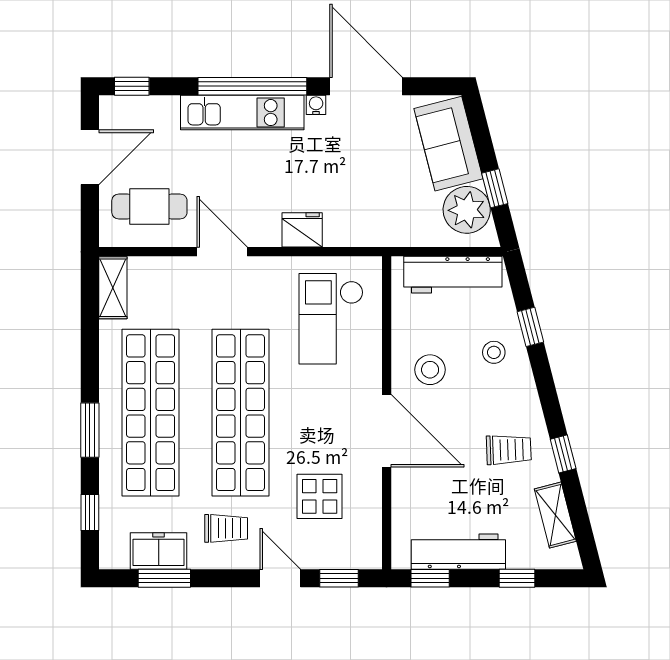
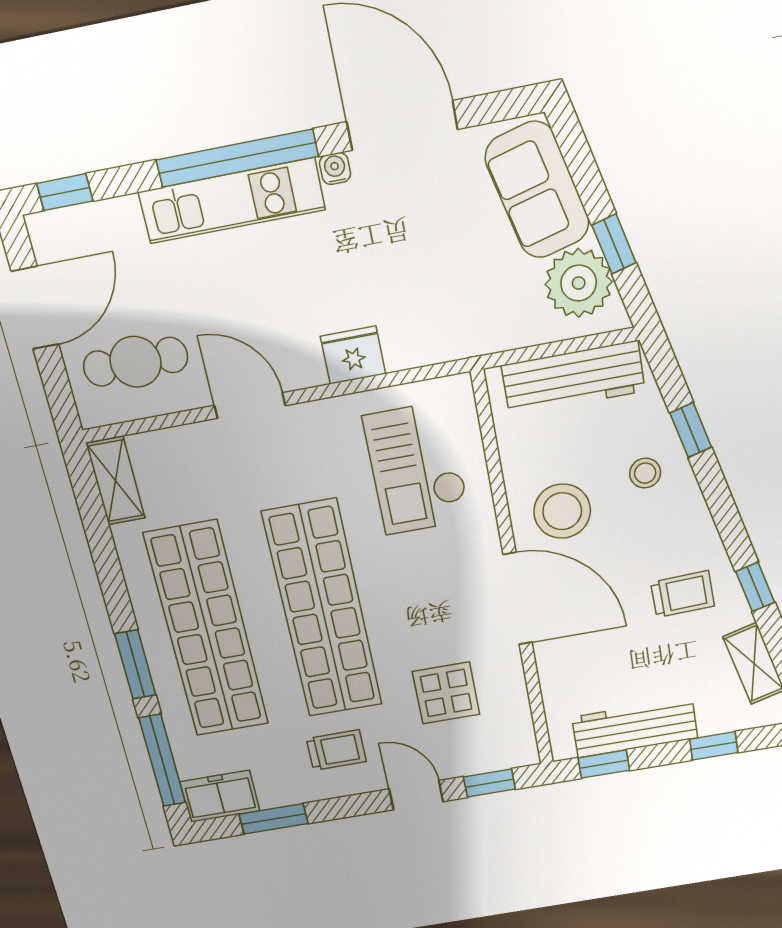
stool: (430, 370) -> (562, 511), width x1.38, depth x1.38
window: (90, 512) -> (162, 761), width x2.17
freezer: (159, 551) -> (220, 796), moved

